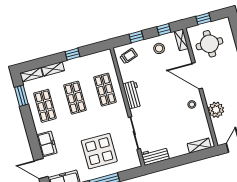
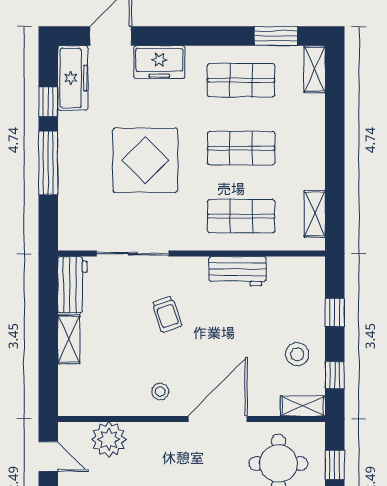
window: (72, 54) -> (335, 168), removed
trolley: (129, 56) -> (167, 314), moved
shelving: (53, 69) -> (315, 214), moved
workbench: (132, 95) -> (238, 271), moved
plant: (216, 110) -> (109, 439), moved
shelving: (199, 146) -> (69, 339), moved
display table: (99, 151) -> (145, 160), moved

